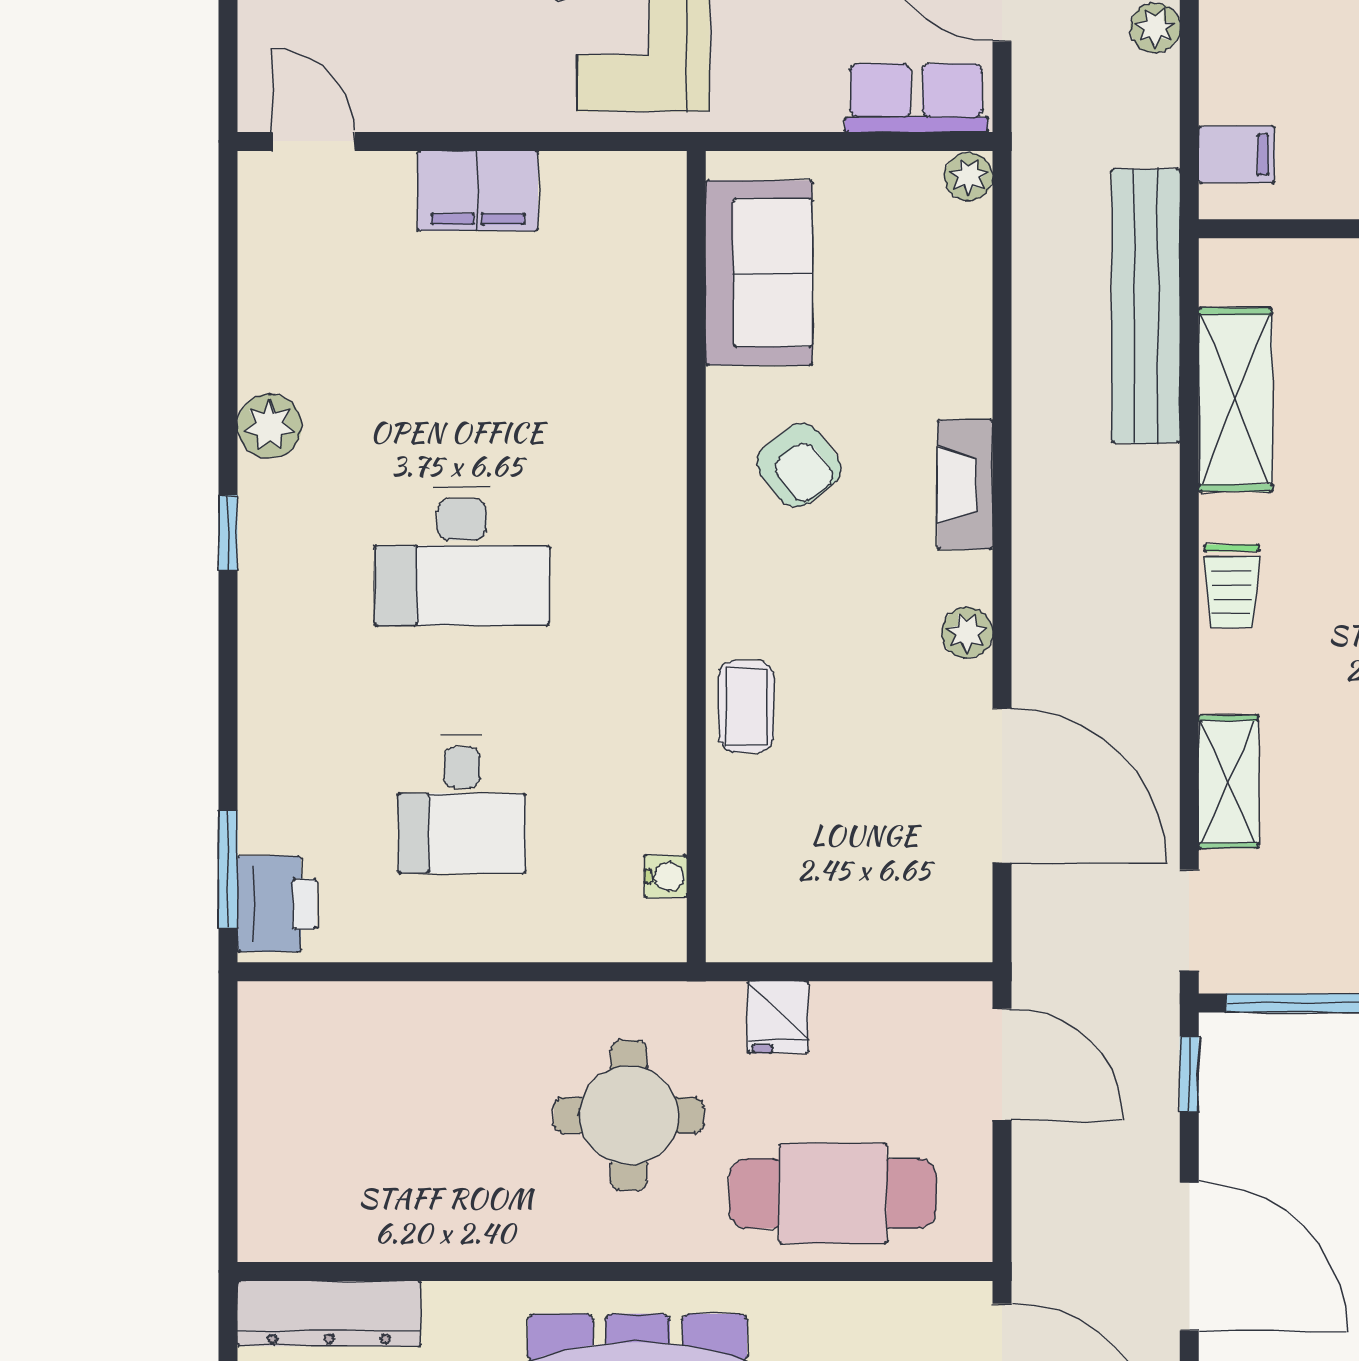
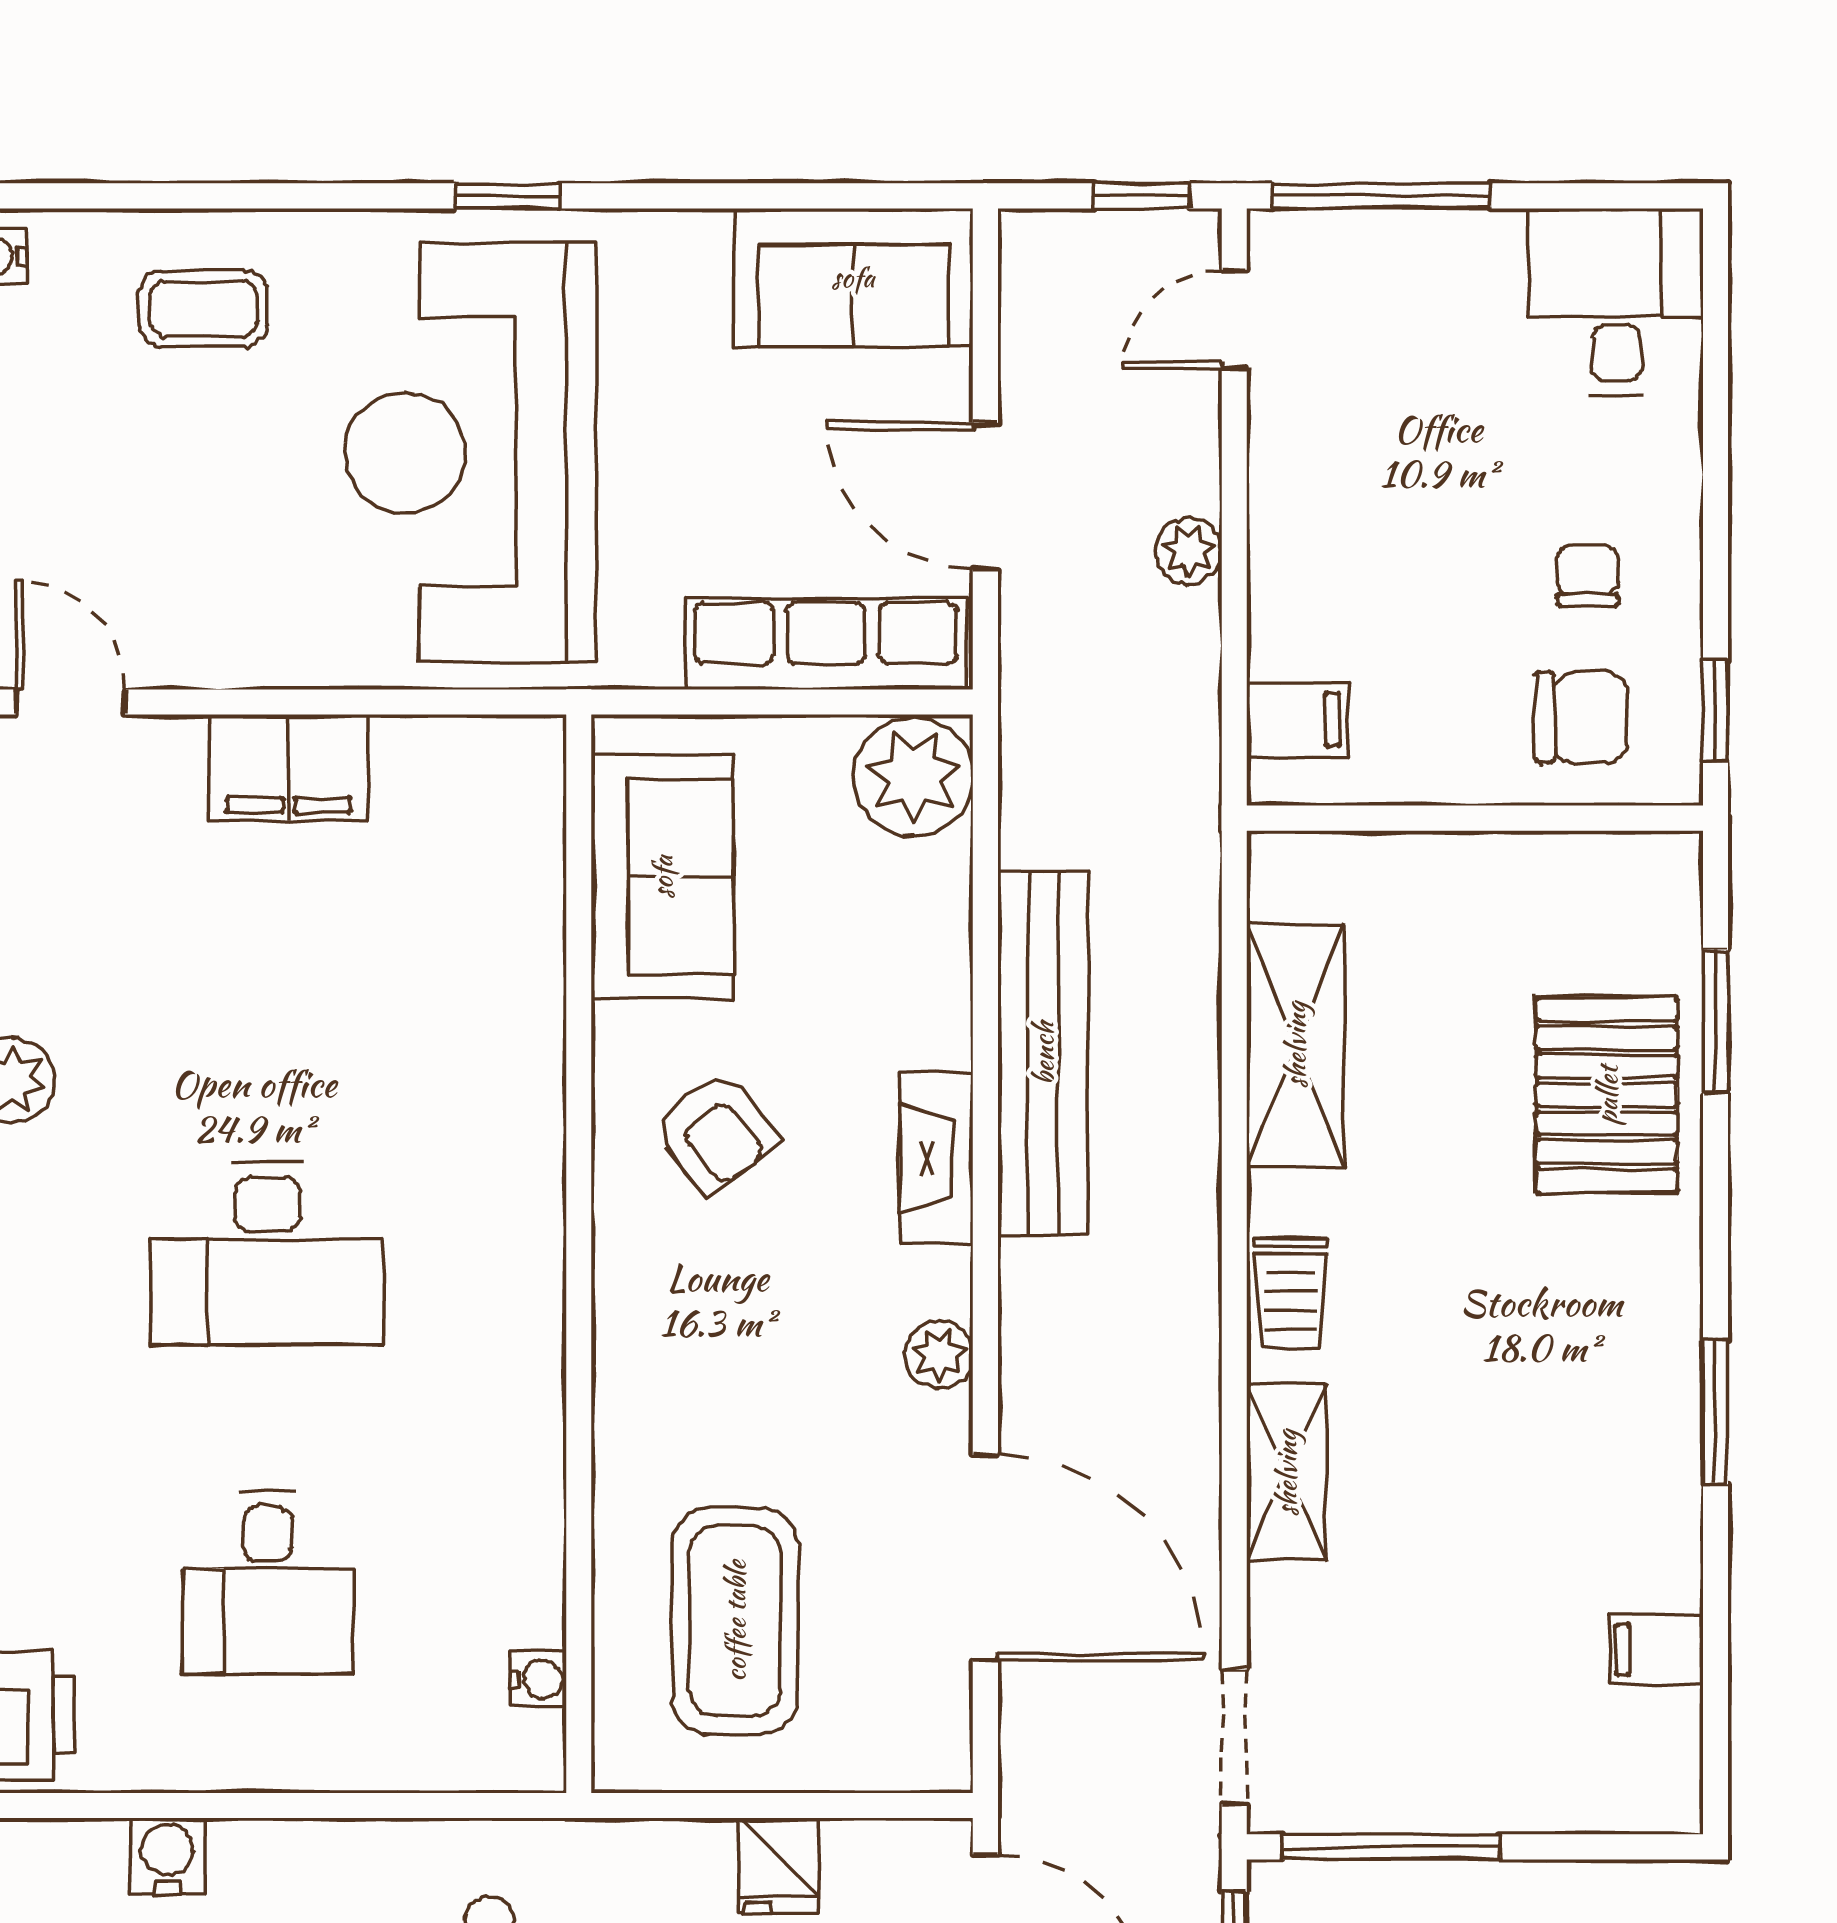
row of seats: (916, 98) -> (826, 644), width x1.48
plant: (969, 177) -> (913, 777), width x1.88, depth x1.88
bench: (1146, 306) -> (1043, 1053), moved
coffee table: (746, 707) -> (735, 1621), moved, width x1.86, depth x1.72
shelving: (1229, 782) -> (1286, 1473), moved
water cooler: (387, 1010) -> (168, 1856), added
fridge: (778, 1017) -> (779, 1866), moved

